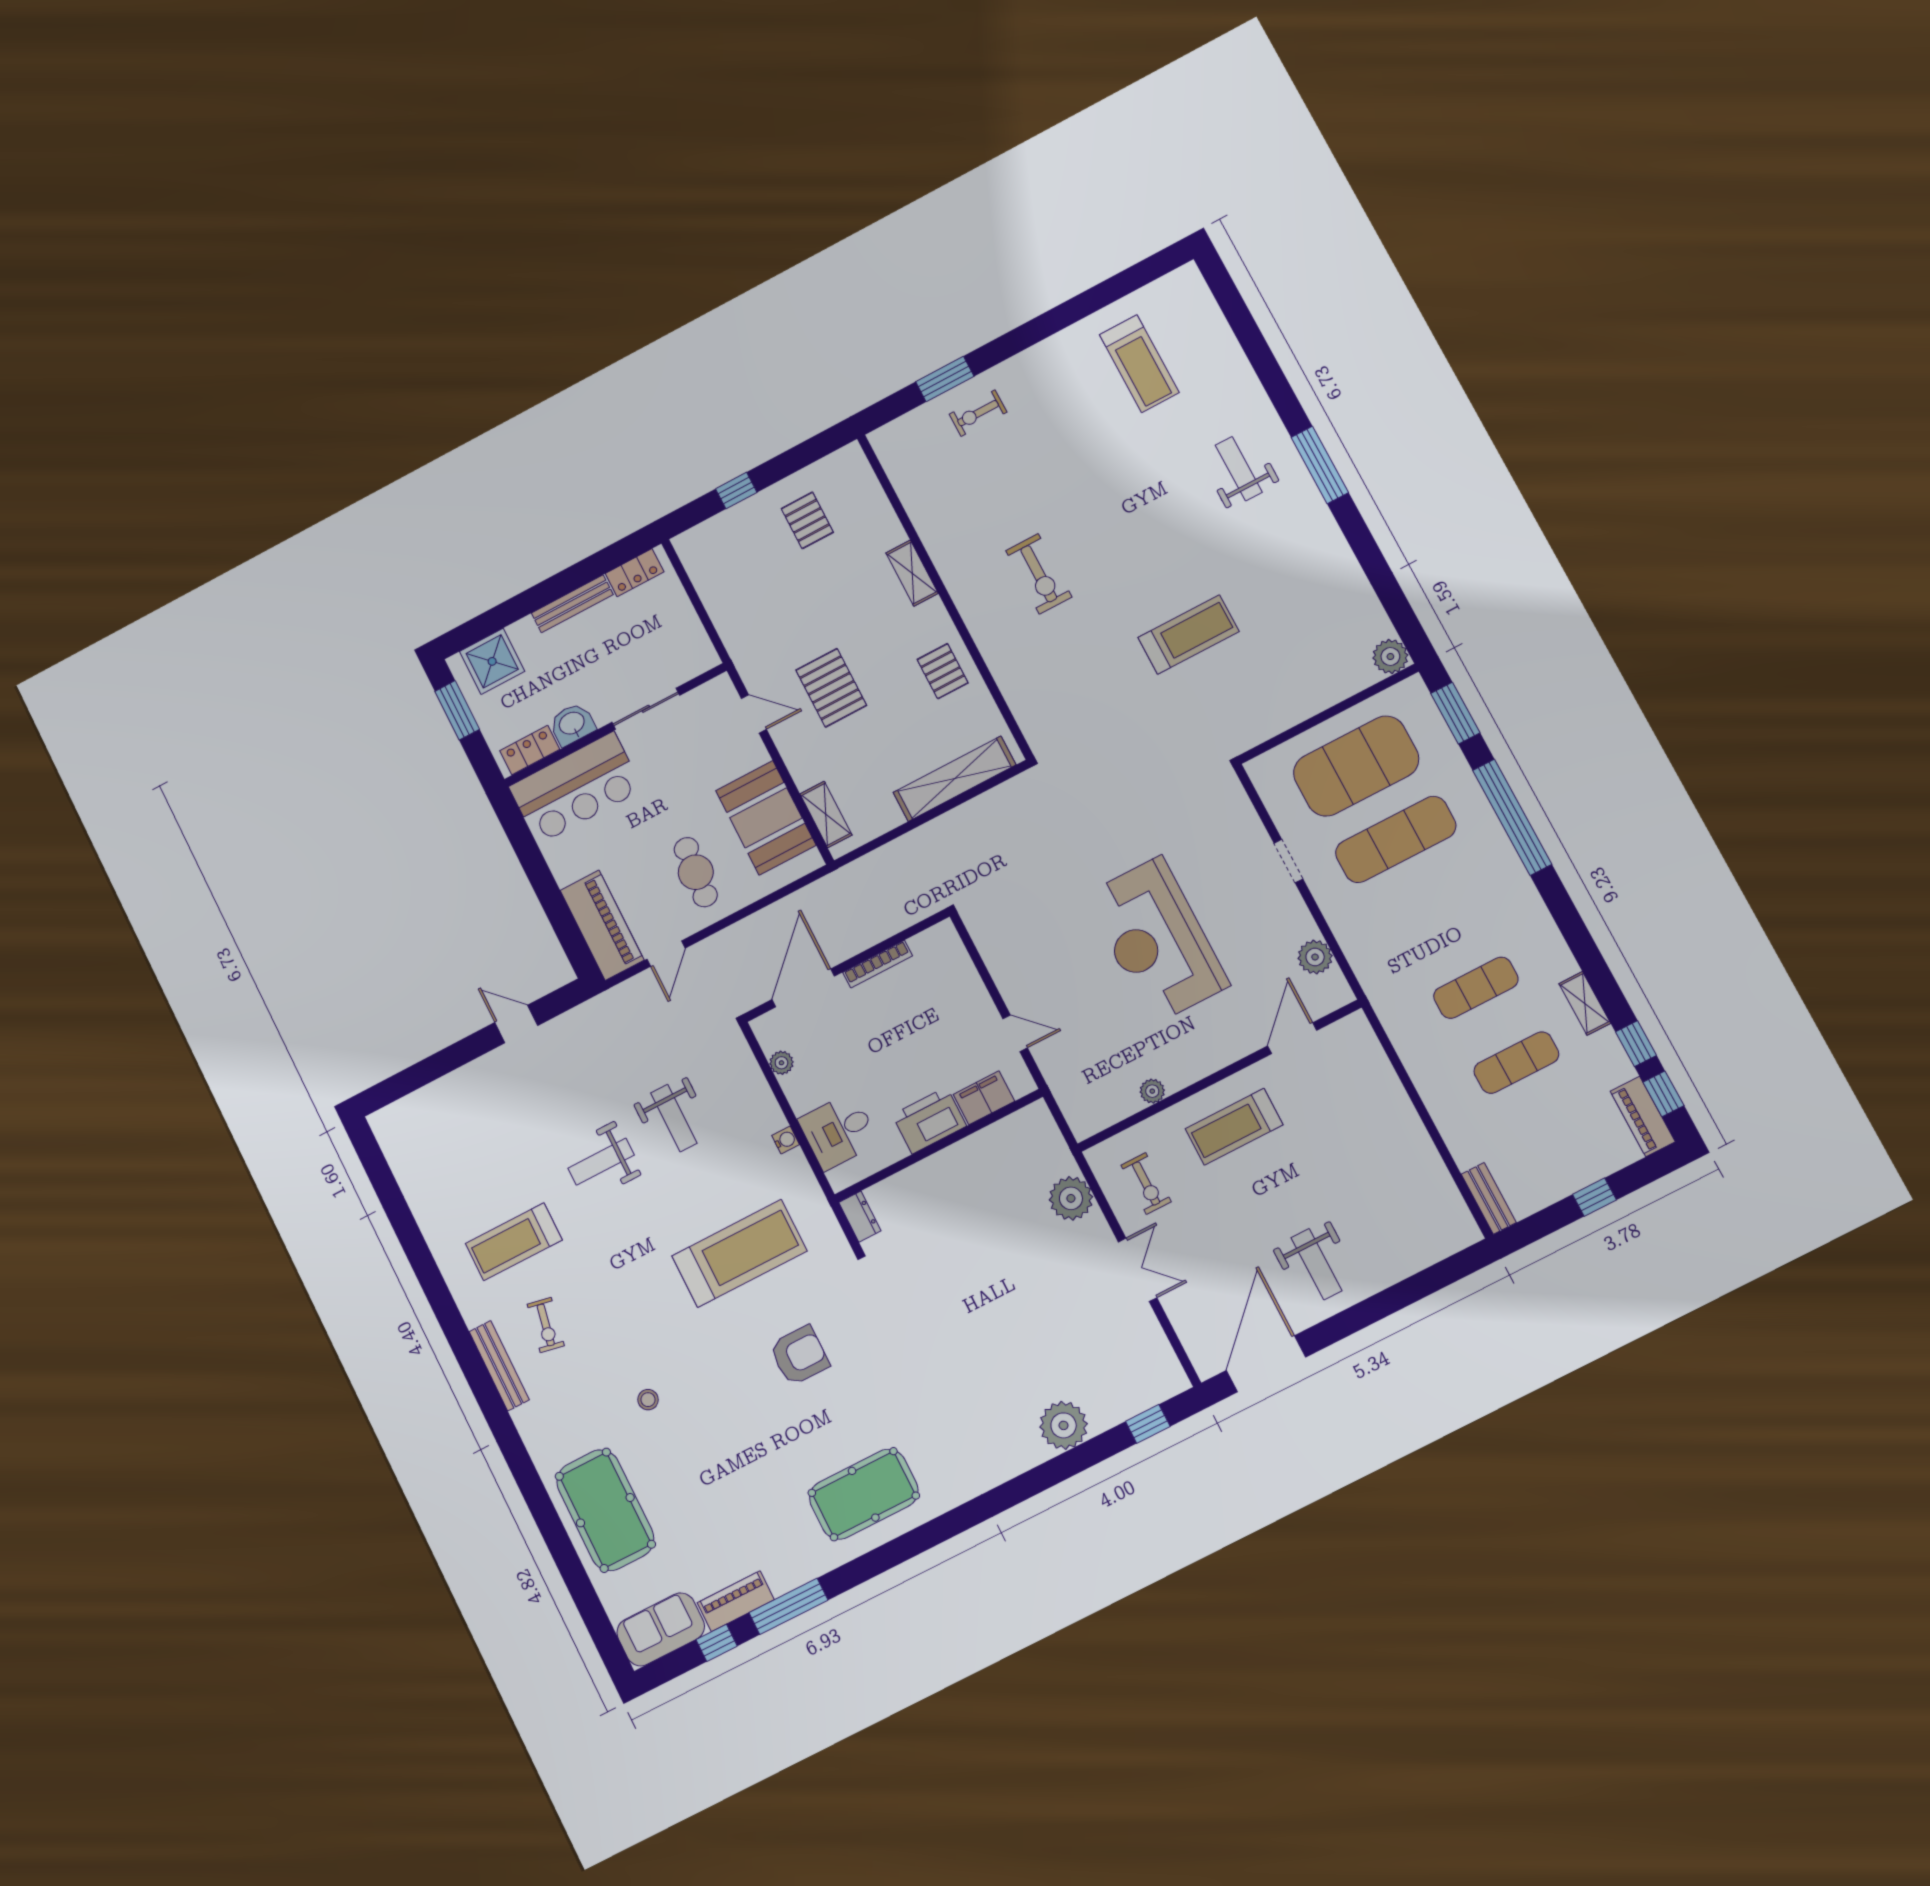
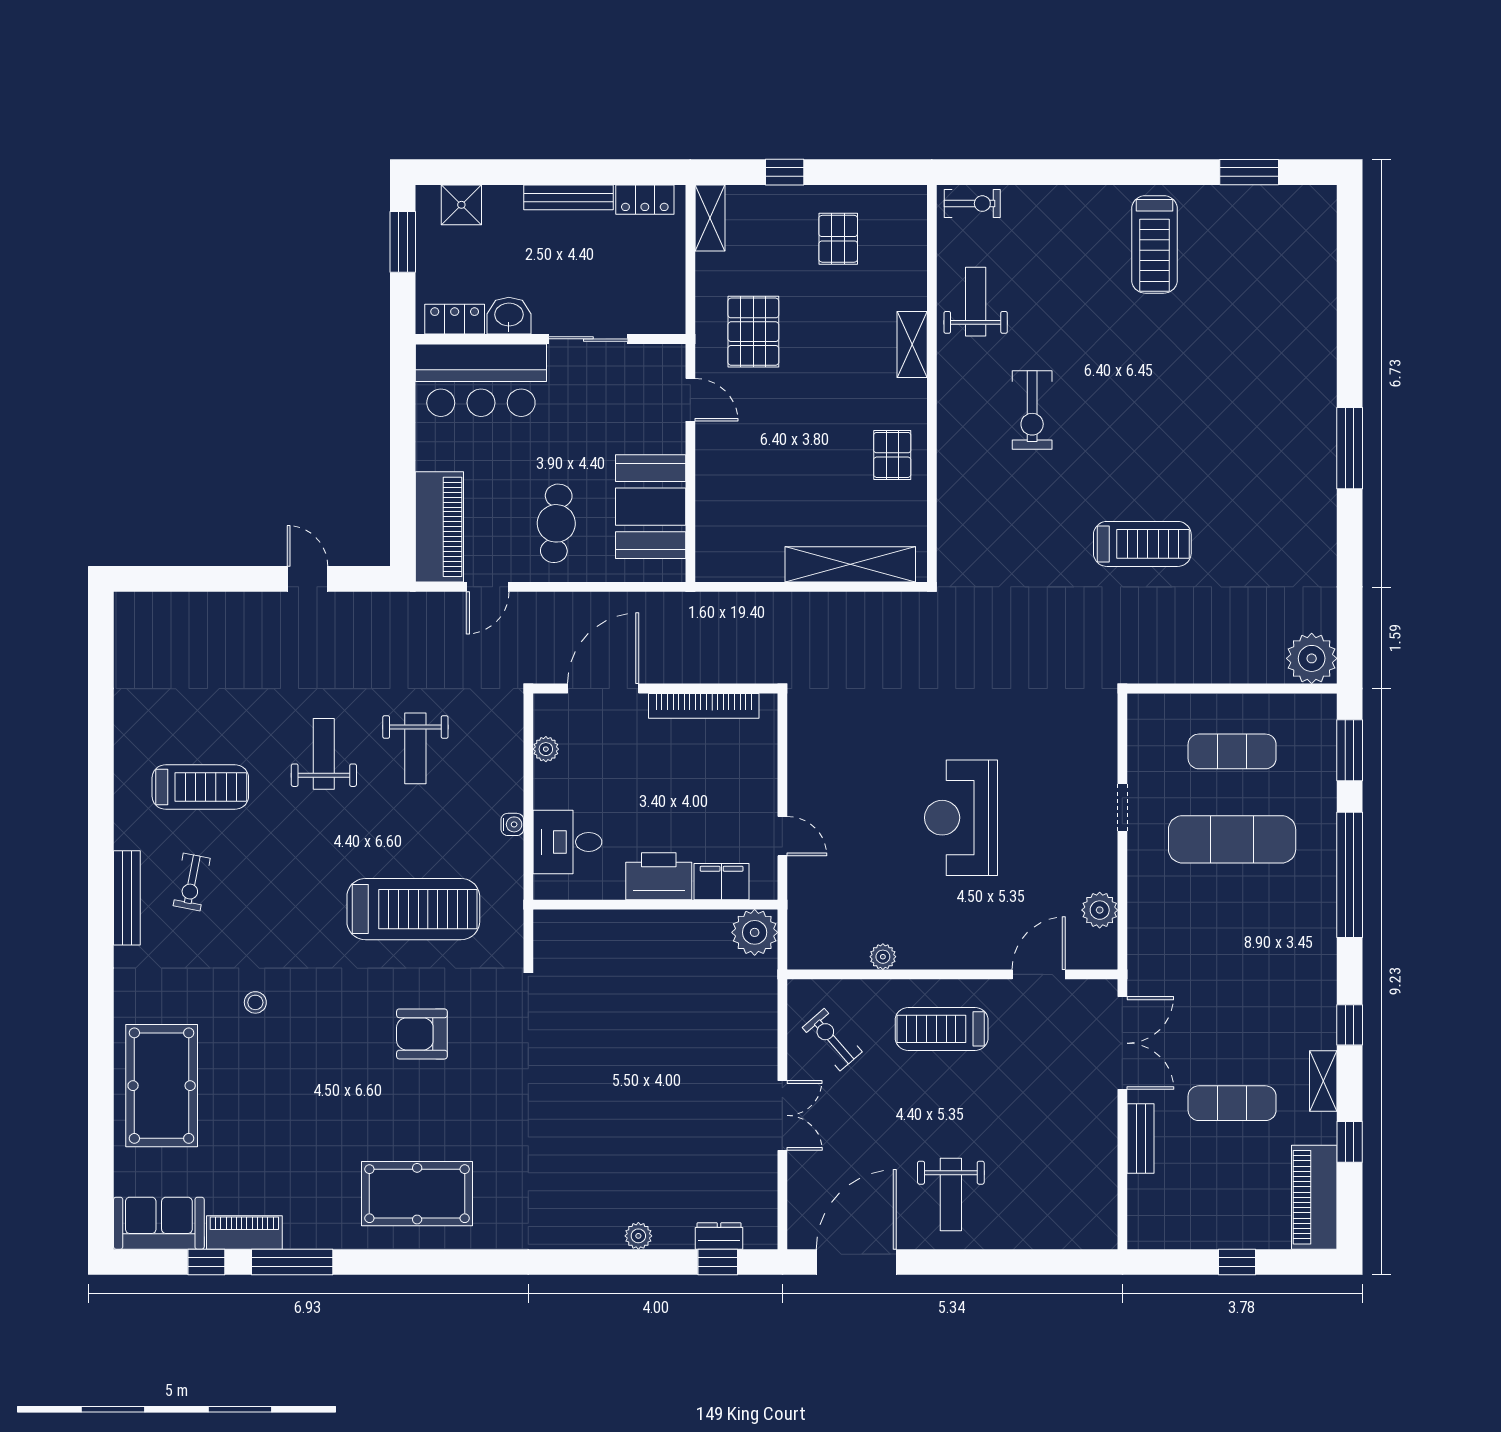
treadmill: (1139, 364) -> (1155, 244), moved
window: (945, 379) -> (1249, 172), moved
exercise bike: (978, 413) -> (972, 204), moved, turned 180
weight bench: (1239, 469) -> (976, 302), moved
plant: (1390, 657) -> (1312, 658), width x1.36, depth x1.36
shower: (492, 661) -> (461, 205), width x0.73, depth x0.73
pallet: (831, 688) -> (753, 332), moved
exercise mat: (1356, 766) -> (1232, 751), width x0.50, depth x0.69
shelving: (826, 814) -> (710, 218), moved
reception desk: (1157, 940) -> (961, 818), width x0.74, depth x0.77
bookcase: (878, 964) -> (704, 706), width x1.48, depth x1.31
exercise mat: (1476, 988) -> (1232, 1015), removed
double door: (1395, 1060) -> (1122, 1043), added
window: (1663, 1094) -> (1350, 1025), moved
piano: (1643, 1116) -> (1314, 1197), width x1.37, depth x1.33
weight bench: (601, 1162) -> (324, 754), turned 90
exercise bike: (1146, 1183) -> (832, 1040), turned 139
plant: (1071, 1198) -> (755, 932), moved
bench: (1489, 1198) -> (1141, 1139), moved
dresser: (860, 1217) -> (719, 1236), moved, turned -90
treadmill: (514, 1242) -> (200, 787), turned 180
armchair: (799, 1355) -> (422, 1034), turned 180
plant: (1064, 1425) -> (638, 1236), width x0.53, depth x0.53

